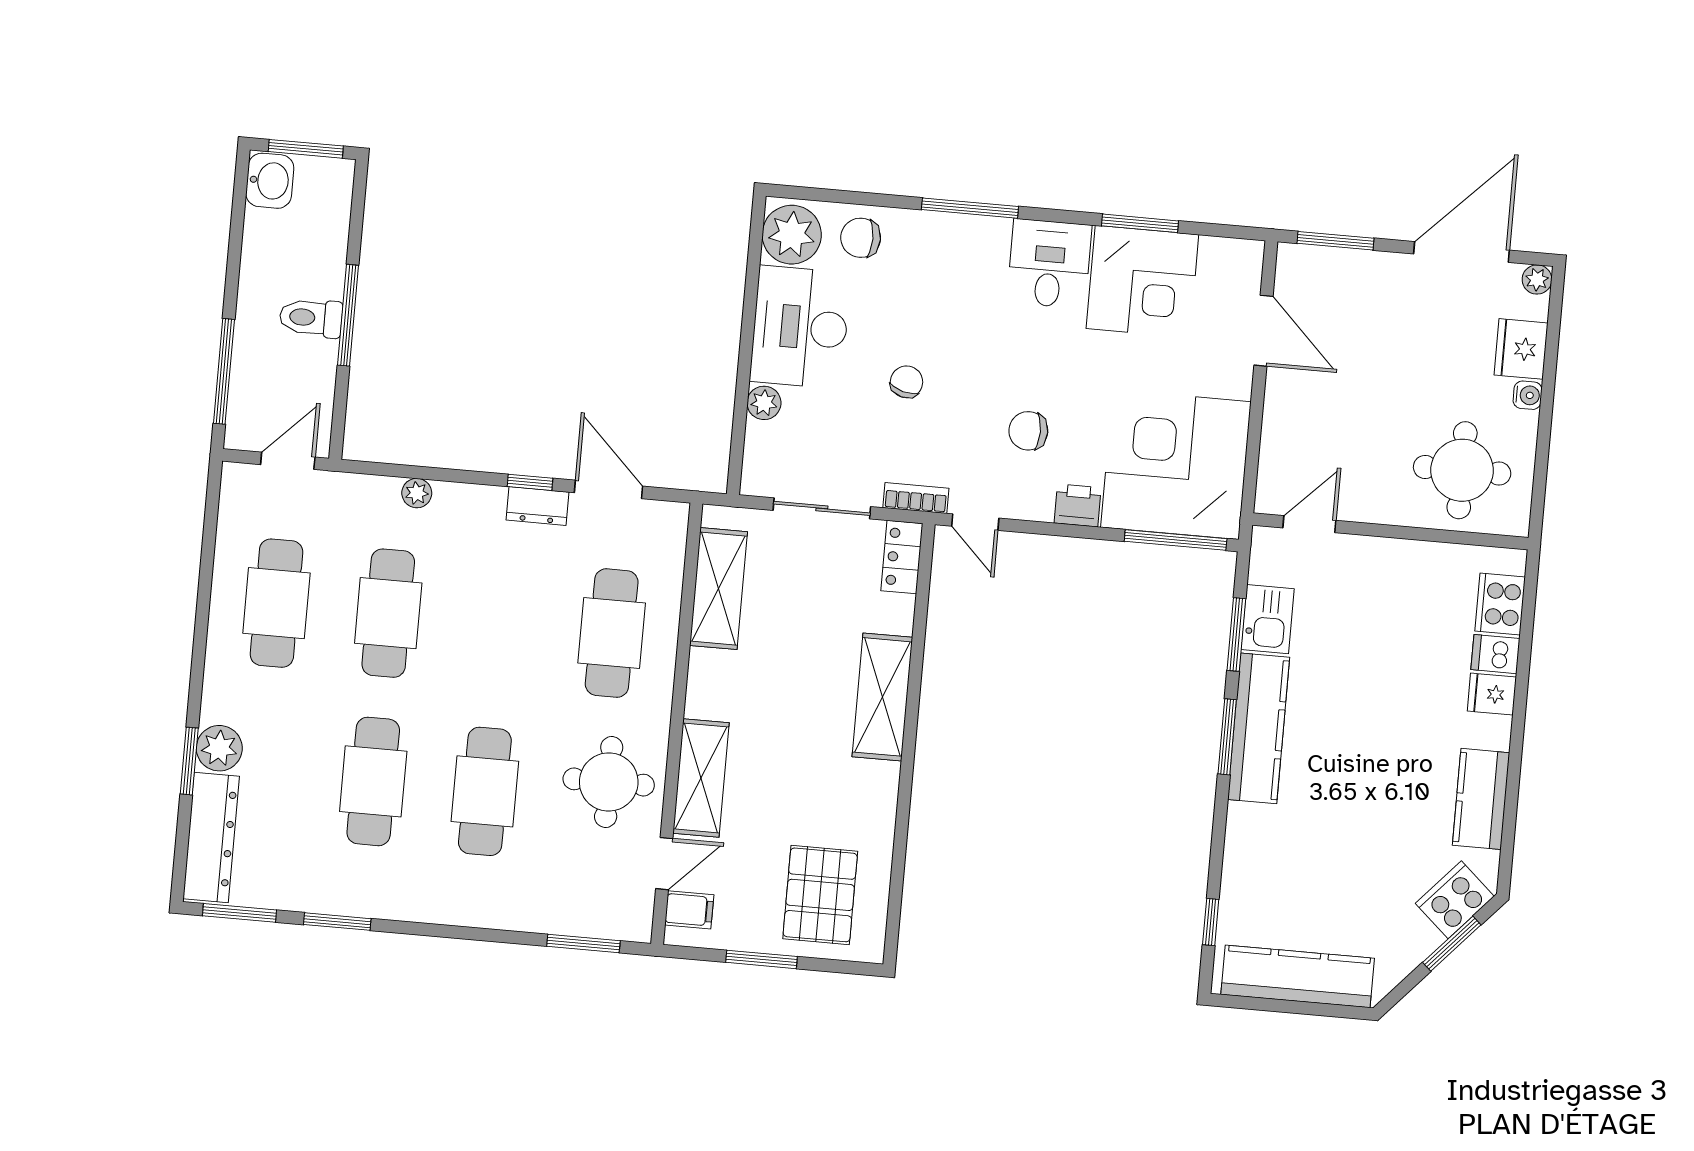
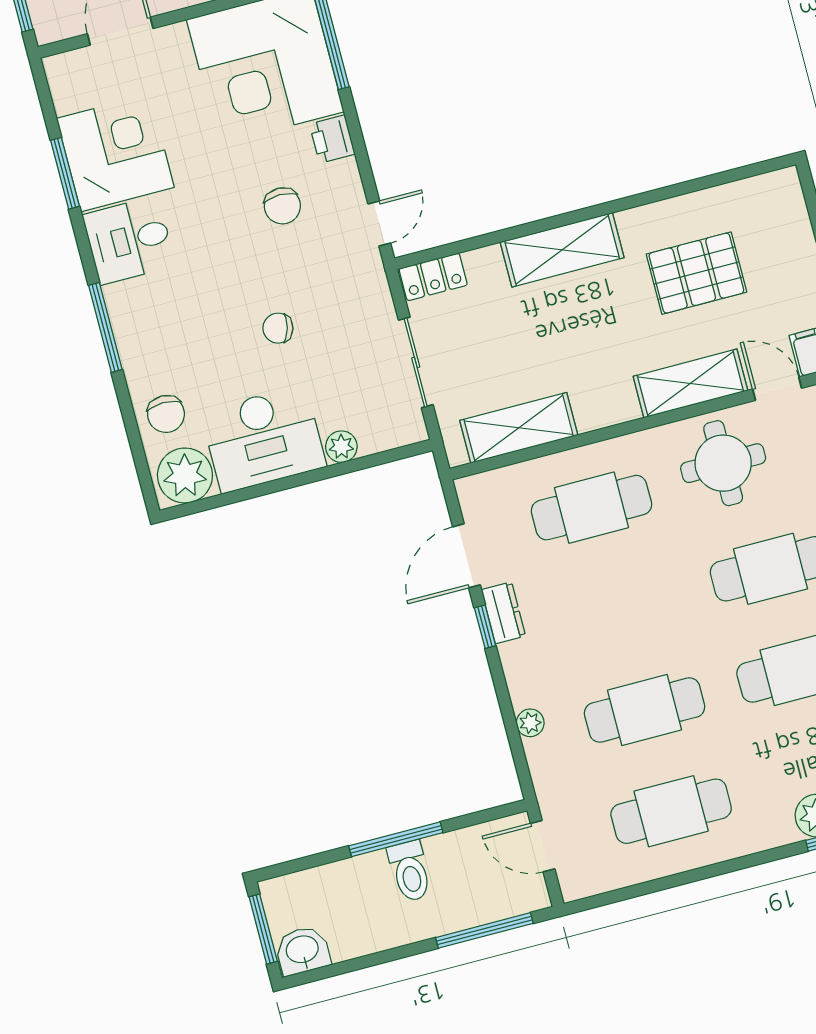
bookcase: (916, 498) -> (377, 283), removed
pallet: (820, 895) -> (696, 273), moved

